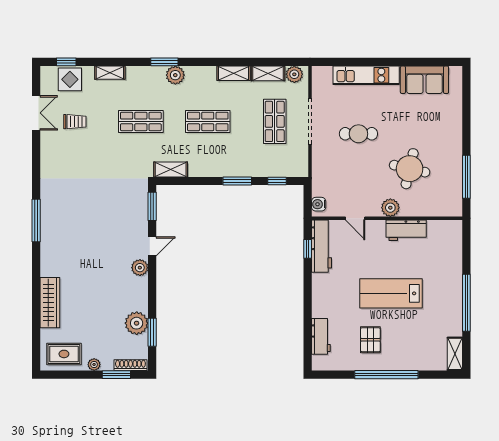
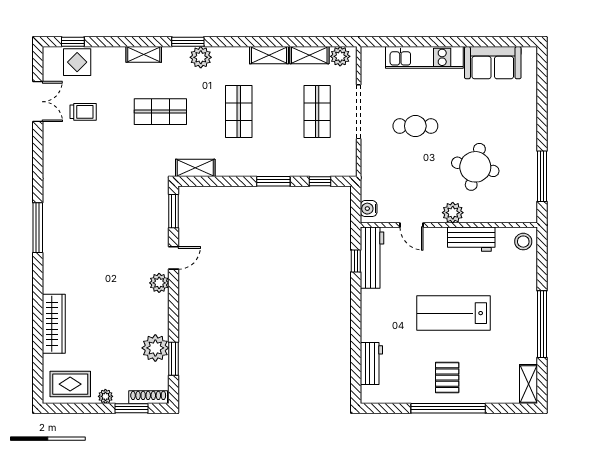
shelving: (110, 73) -> (144, 54), moved
shop shelf: (208, 121) -> (239, 112), turned 90
stool: (451, 232) -> (523, 242), added
pallet: (370, 340) -> (447, 378), moved

